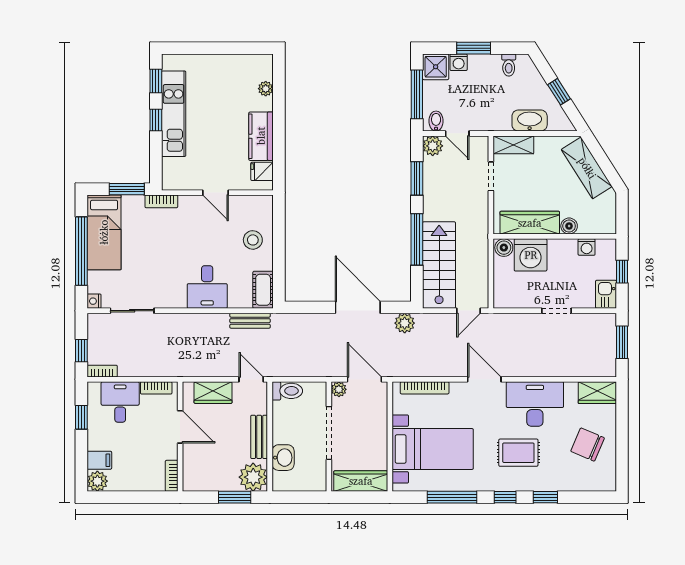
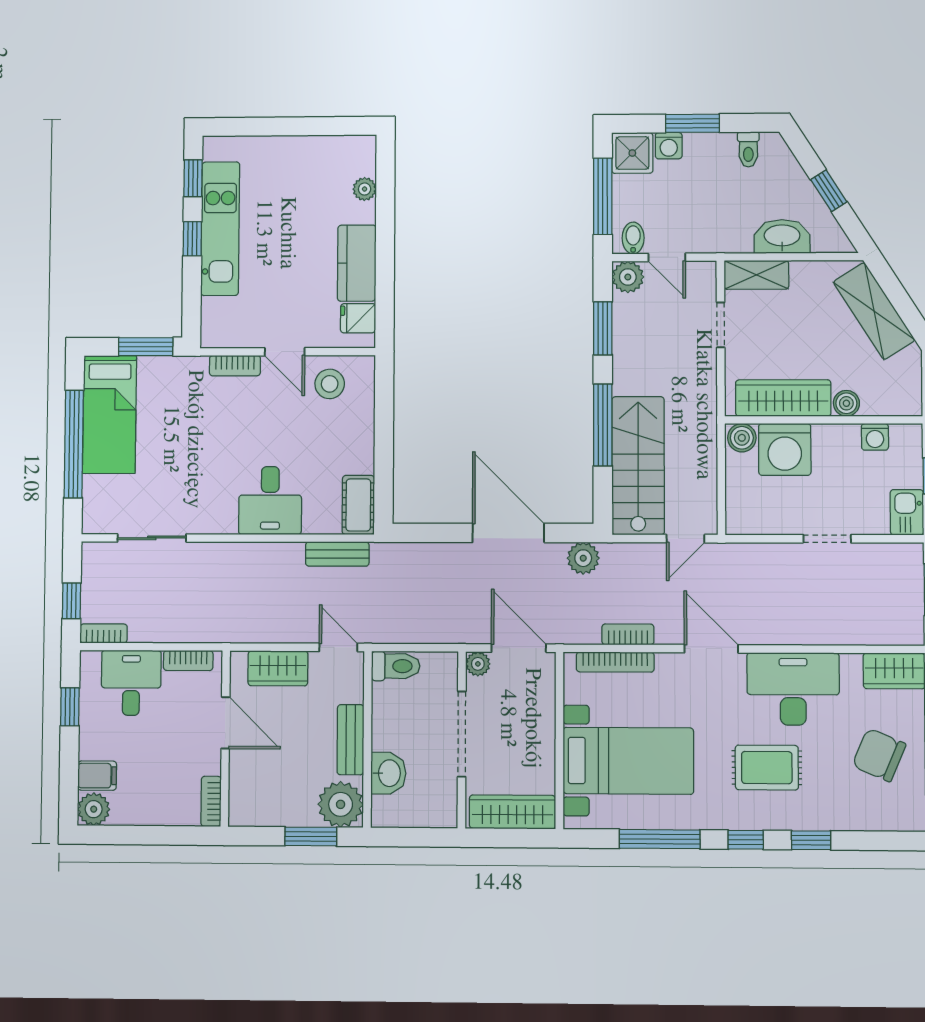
bookcase: (161, 201) -> (235, 366), moved
stool: (253, 240) -> (330, 384), moved
nightstand: (94, 301) -> (92, 523), removed
bookcase: (433, 371) -> (628, 634), added

